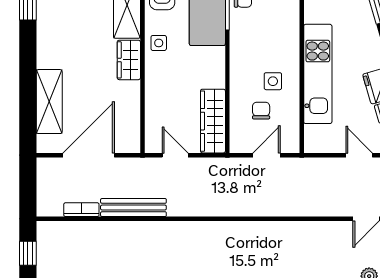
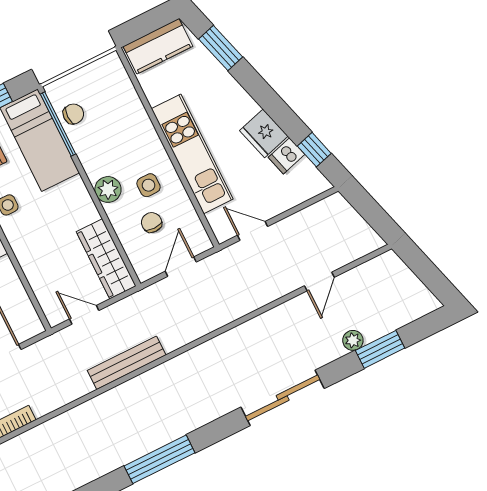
plant: (241, 69) -> (108, 189), added
door: (359, 155) -> (253, 231), moved
bench: (133, 208) -> (127, 363), moved

